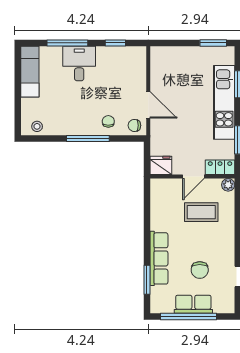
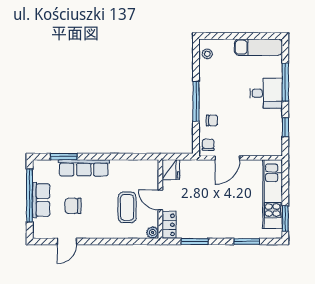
kitchen unit: (224, 102) -> (273, 194), moved, turned -90

